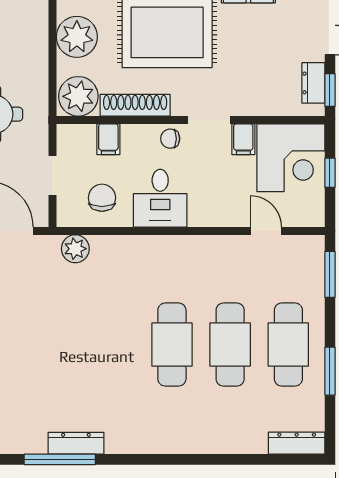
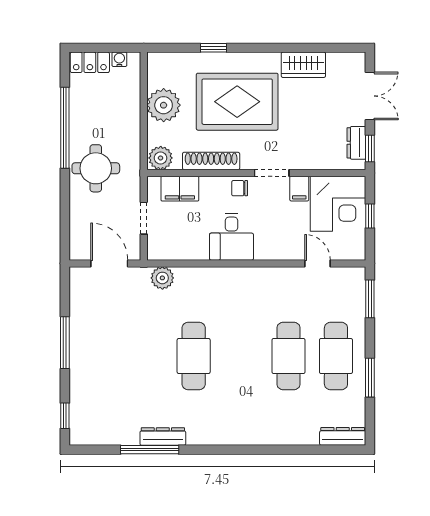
plant: (78, 96) -> (161, 158), width x0.73, depth x0.73
filing cabinet: (108, 139) -> (180, 189), width x2.00
chair: (102, 198) -> (184, 236), removed
cafe table: (172, 345) -> (194, 356), moved

